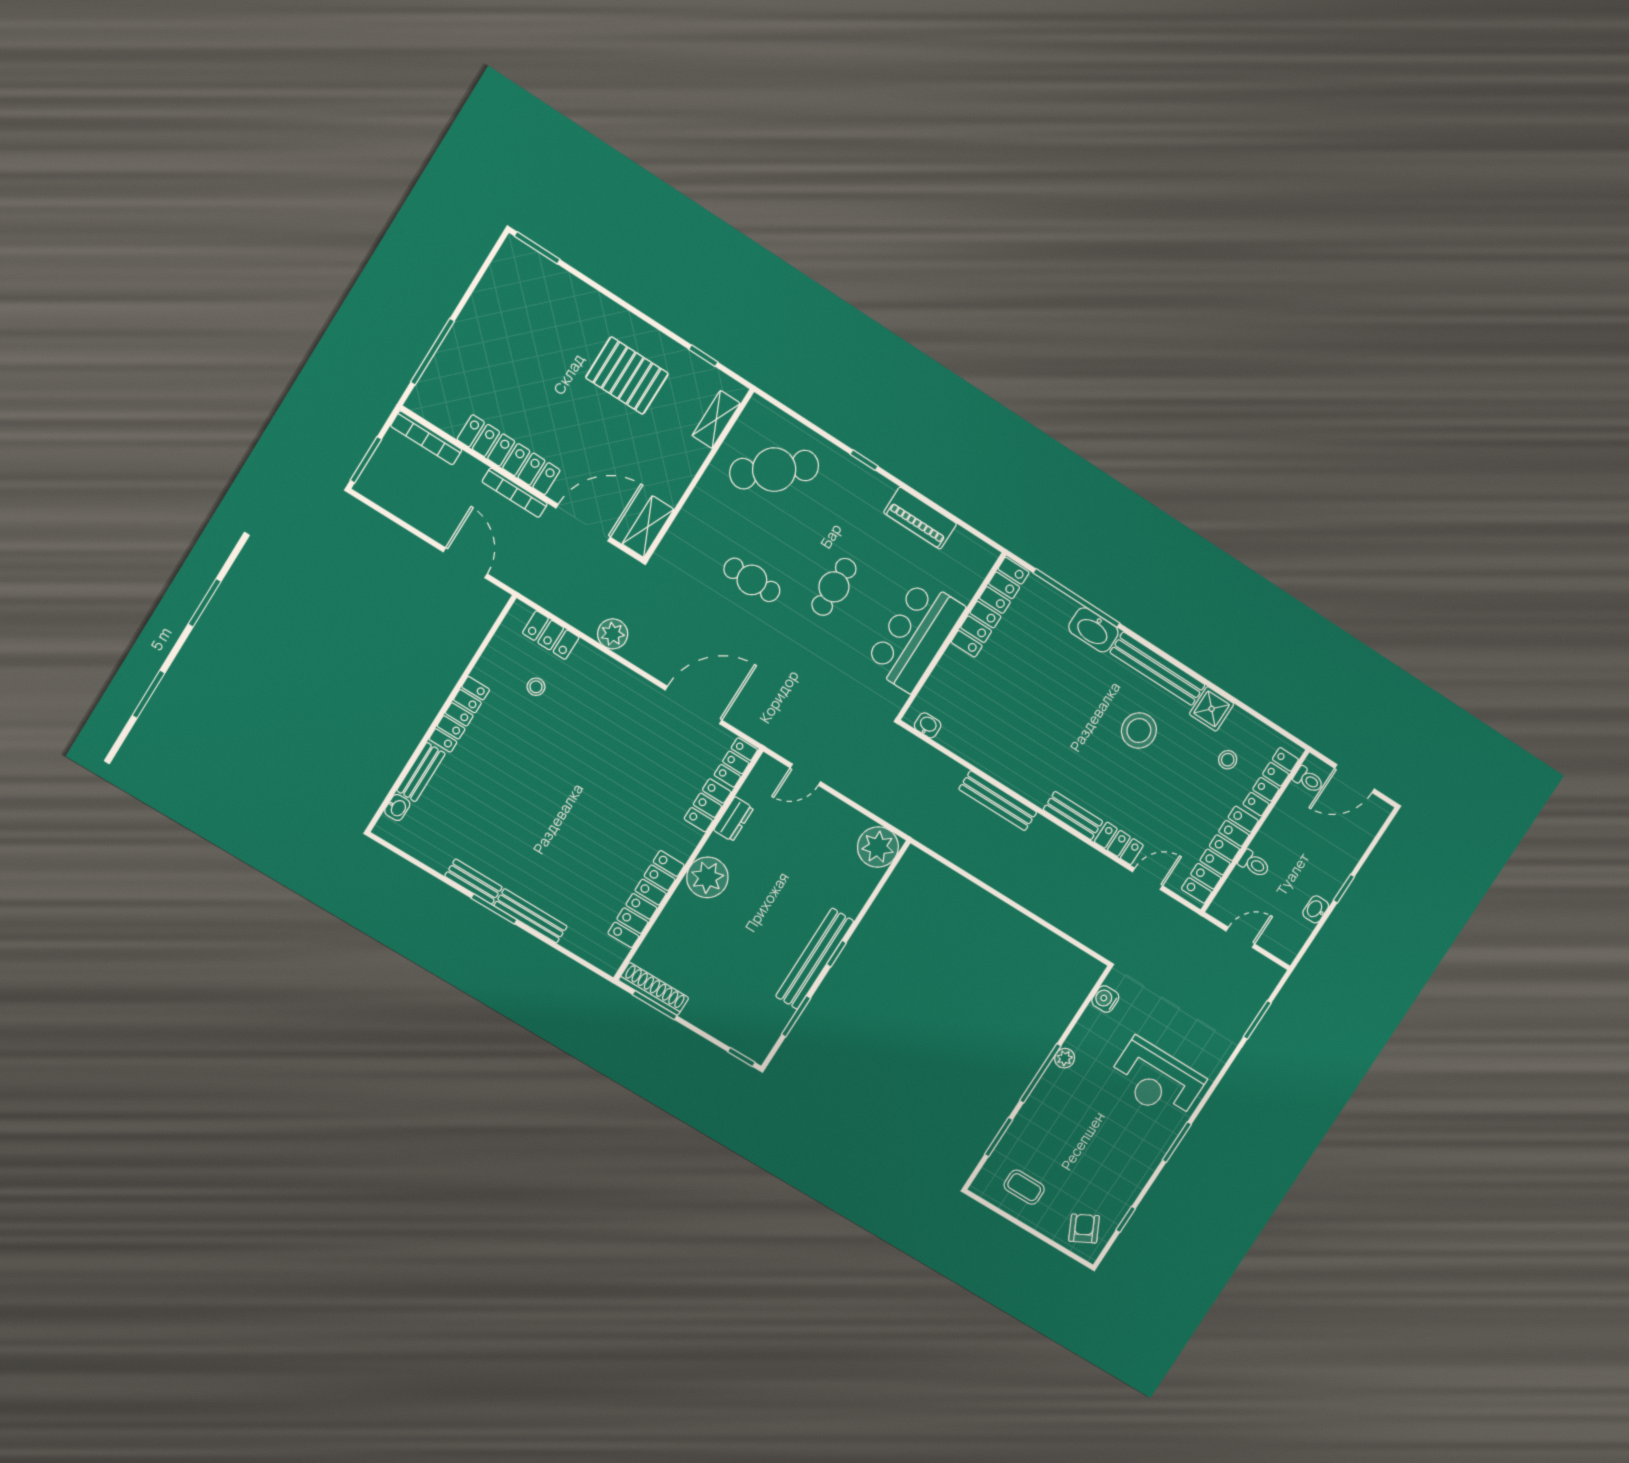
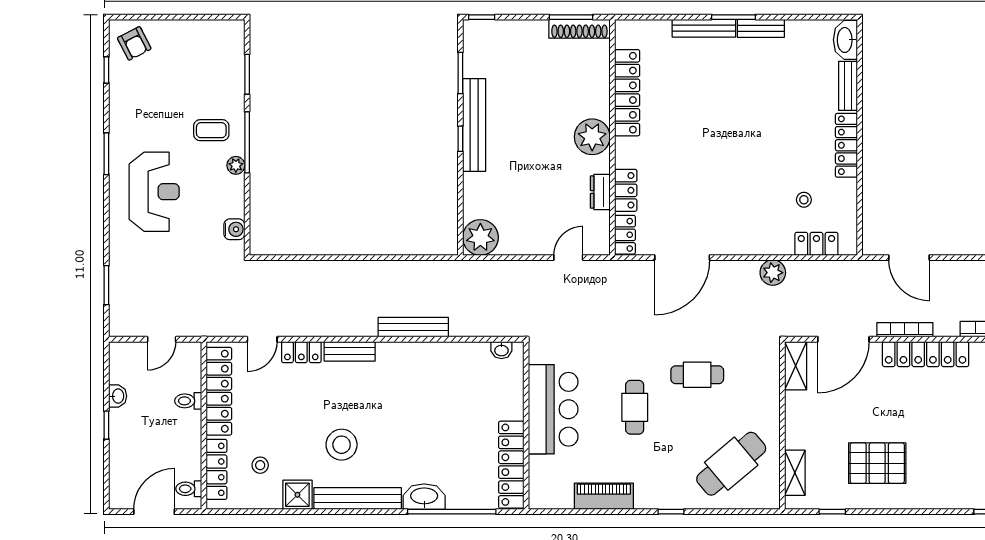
washbasin: (397, 808) -> (845, 40), width x1.91, depth x1.45
reception desk: (1156, 1080) -> (154, 192), turned 90
coffee table: (1024, 1187) -> (211, 130), moved

